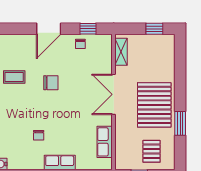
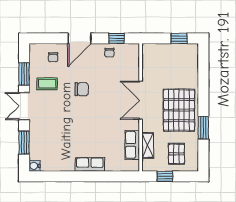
shelving: (121, 52) -> (148, 145), moved
chair: (39, 135) -> (53, 57), moved

